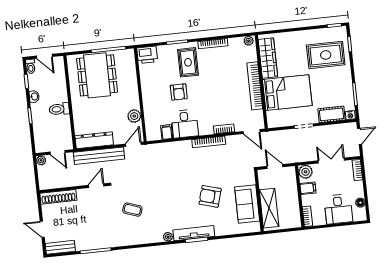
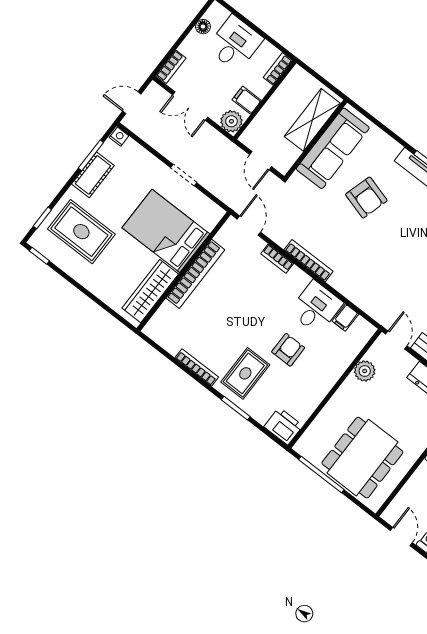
plant: (249, 41) -> (153, 332), removed
cot: (332, 114) -> (93, 175), moved, turned 90
door: (133, 144) -> (396, 340), swing flipped
sofa: (247, 204) -> (333, 148), width x1.36

